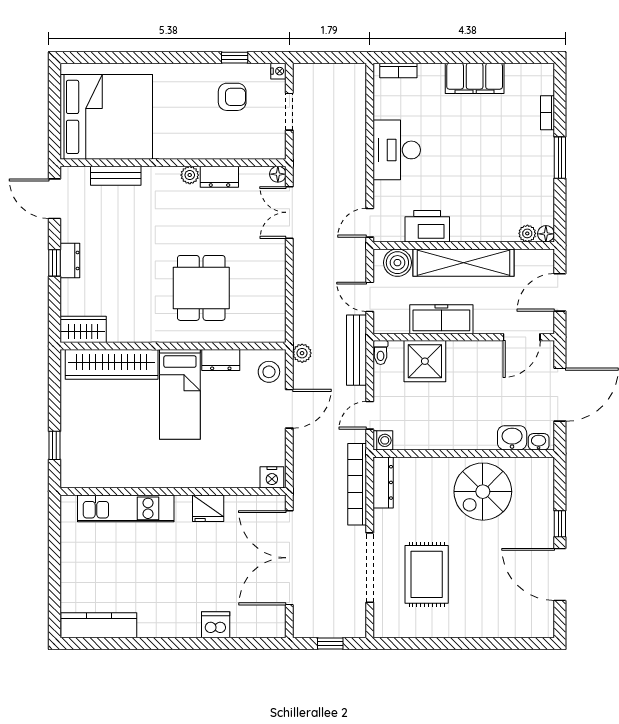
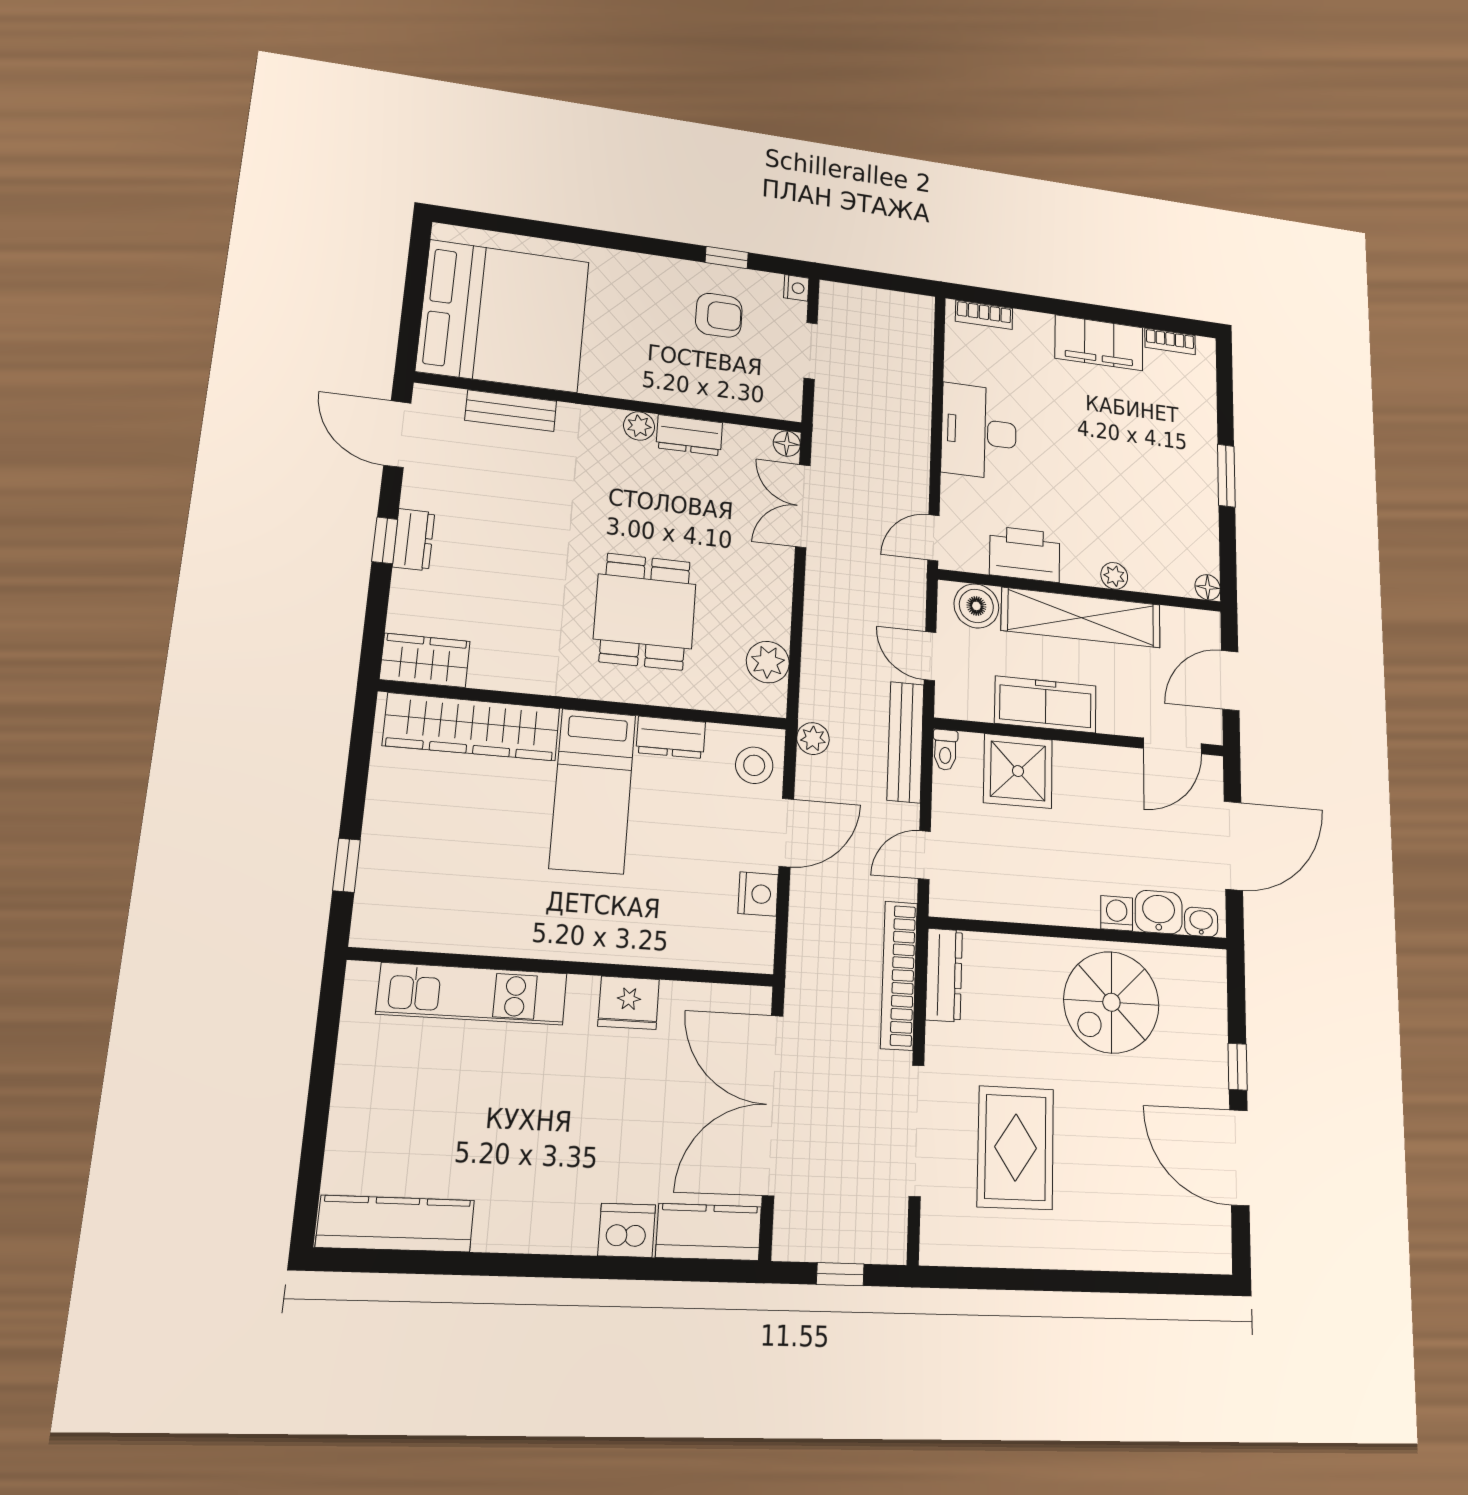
bookcase: (547, 113) -> (1170, 341), moved, turned -90
plant: (527, 233) -> (1114, 576), moved
plant: (273, 311) -> (768, 662), added
washing machine: (383, 440) -> (1117, 913), moved, turned -90
nightstand: (272, 477) -> (758, 894), moved, turned -90
kitchen counter: (259, 624) -> (709, 1232), added

